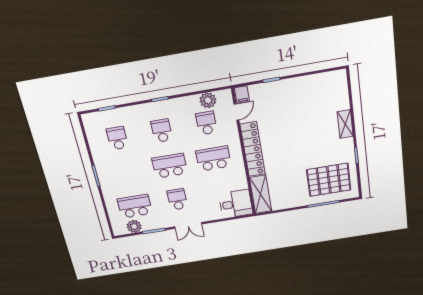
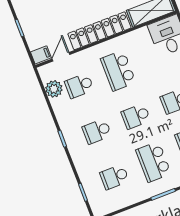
door: (236, 112) -> (61, 57), hinge flipped
school desk: (170, 166) -> (136, 116), width x0.54
school desk: (126, 173) -> (153, 162), added

